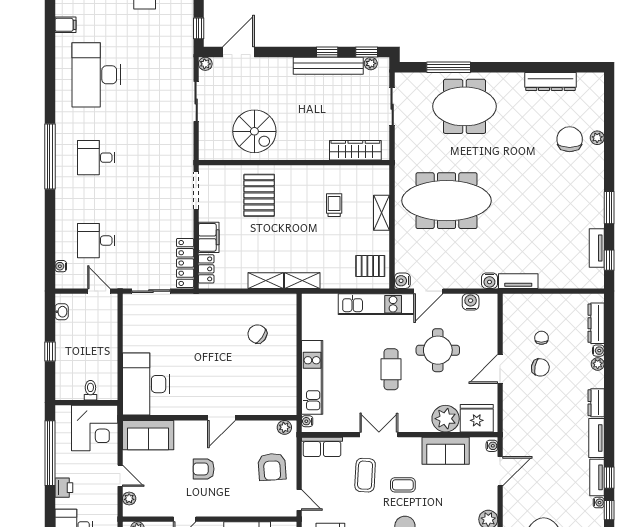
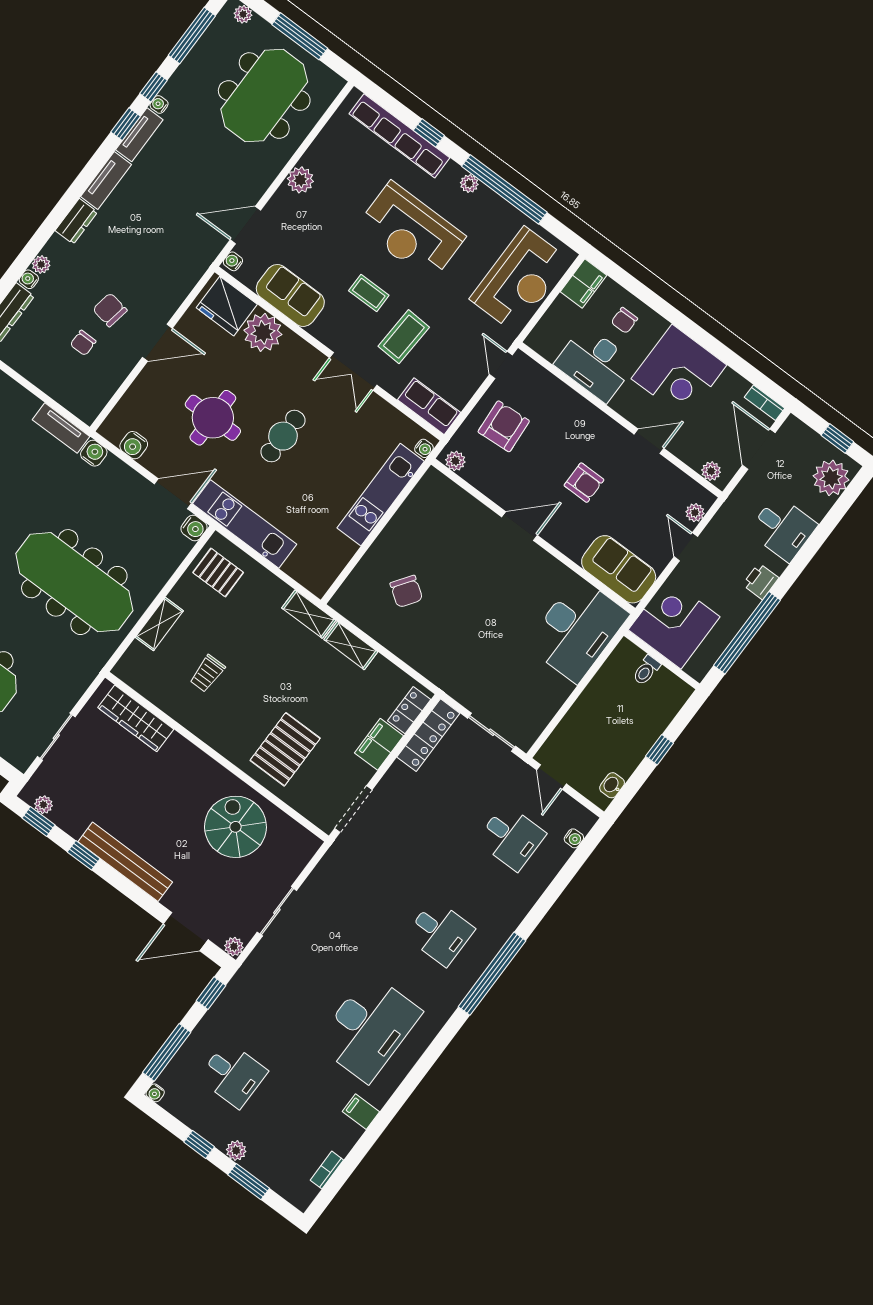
bench: (328, 66) -> (125, 862), moved

